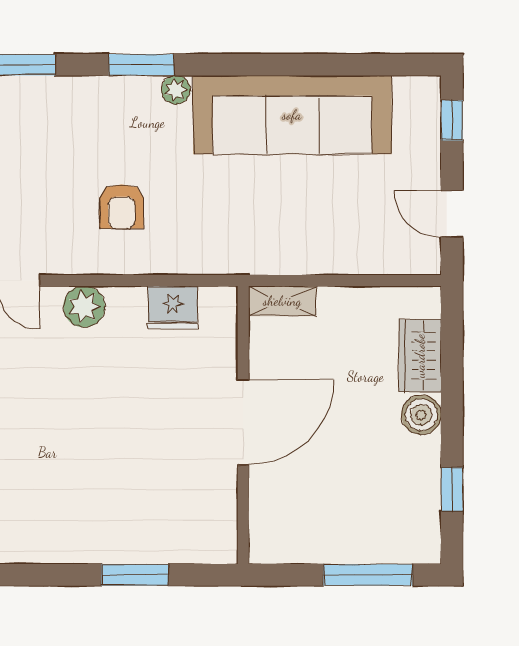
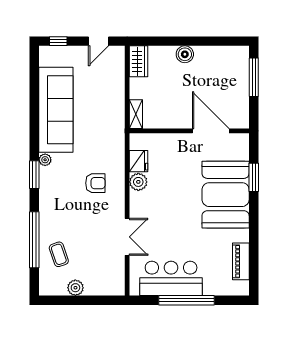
plant: (84, 307) -> (138, 182), moved
wardrobe: (420, 356) -> (138, 61), moved, turned -90
door: (243, 422) -> (211, 131), moved
window: (452, 489) -> (217, 41), removed
booth: (95, 510) -> (226, 195), added

